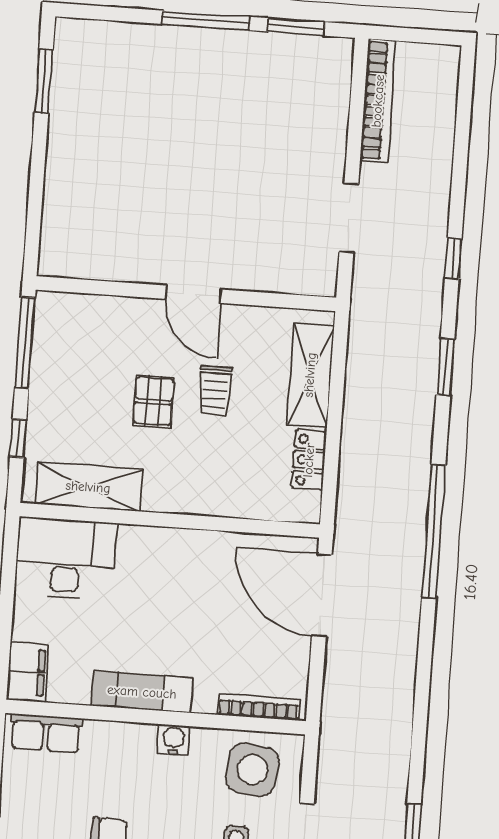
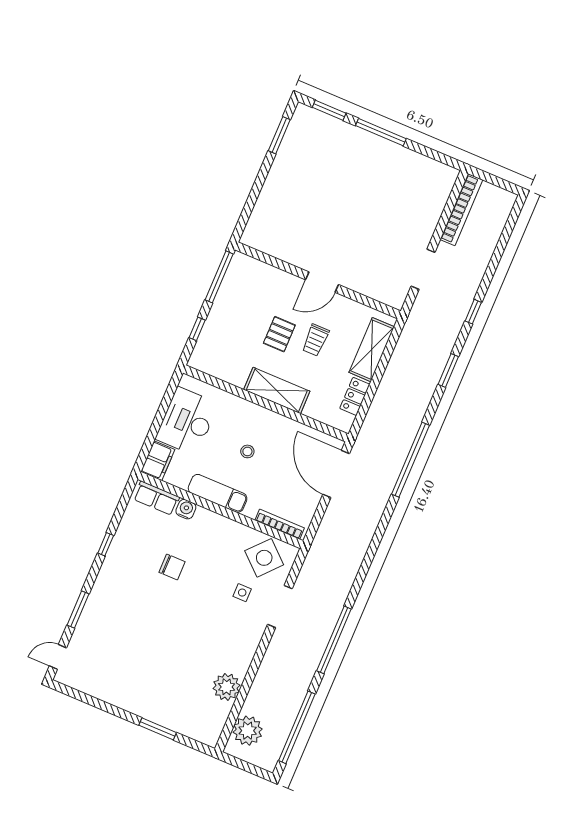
window: (296, 27) -> (329, 110), moved
door: (193, 294) -> (322, 282), hinge flipped
shelving: (88, 487) -> (277, 390), moved
desk: (66, 558) -> (187, 421), moved, turned -90
stool: (167, 608) -> (247, 451), added
water cooler: (173, 740) -> (186, 509), moved
side table: (252, 770) -> (264, 558), turned 35

